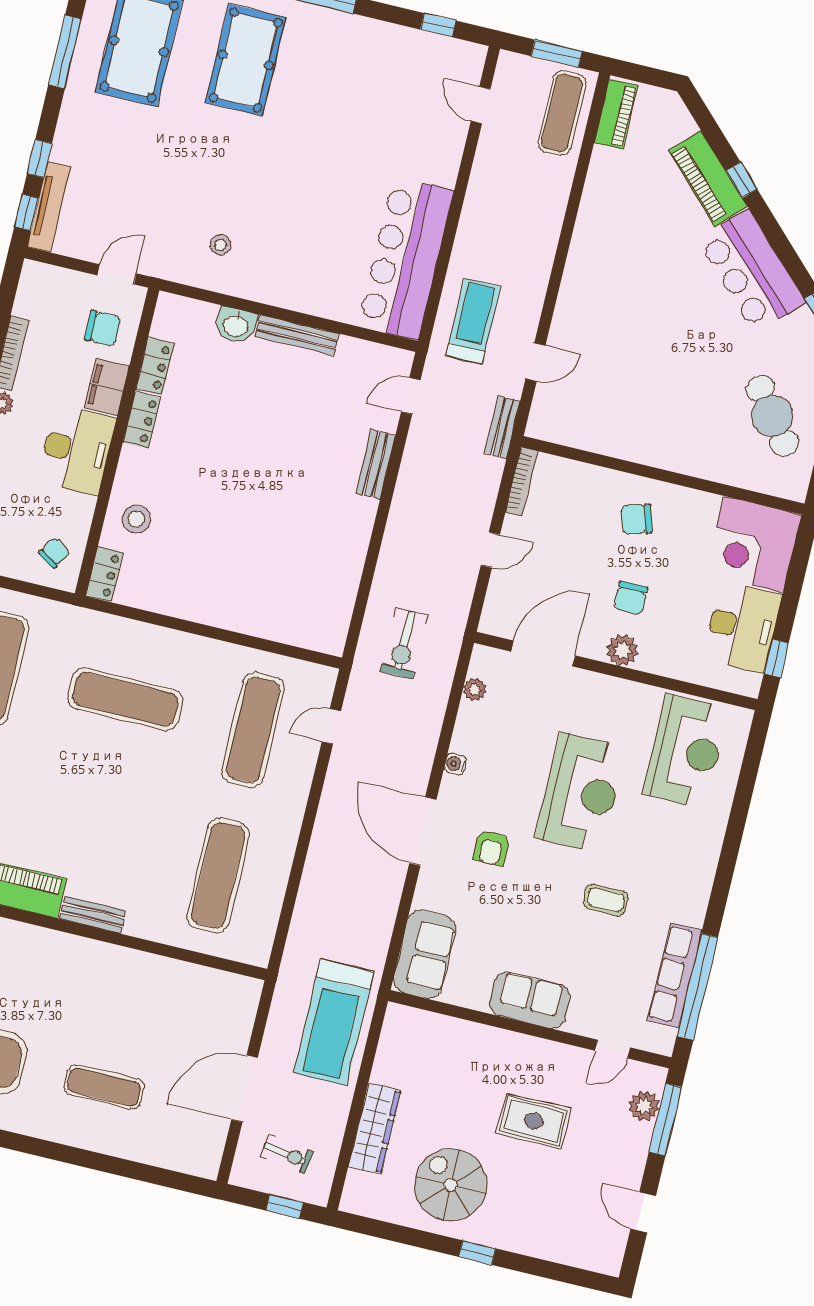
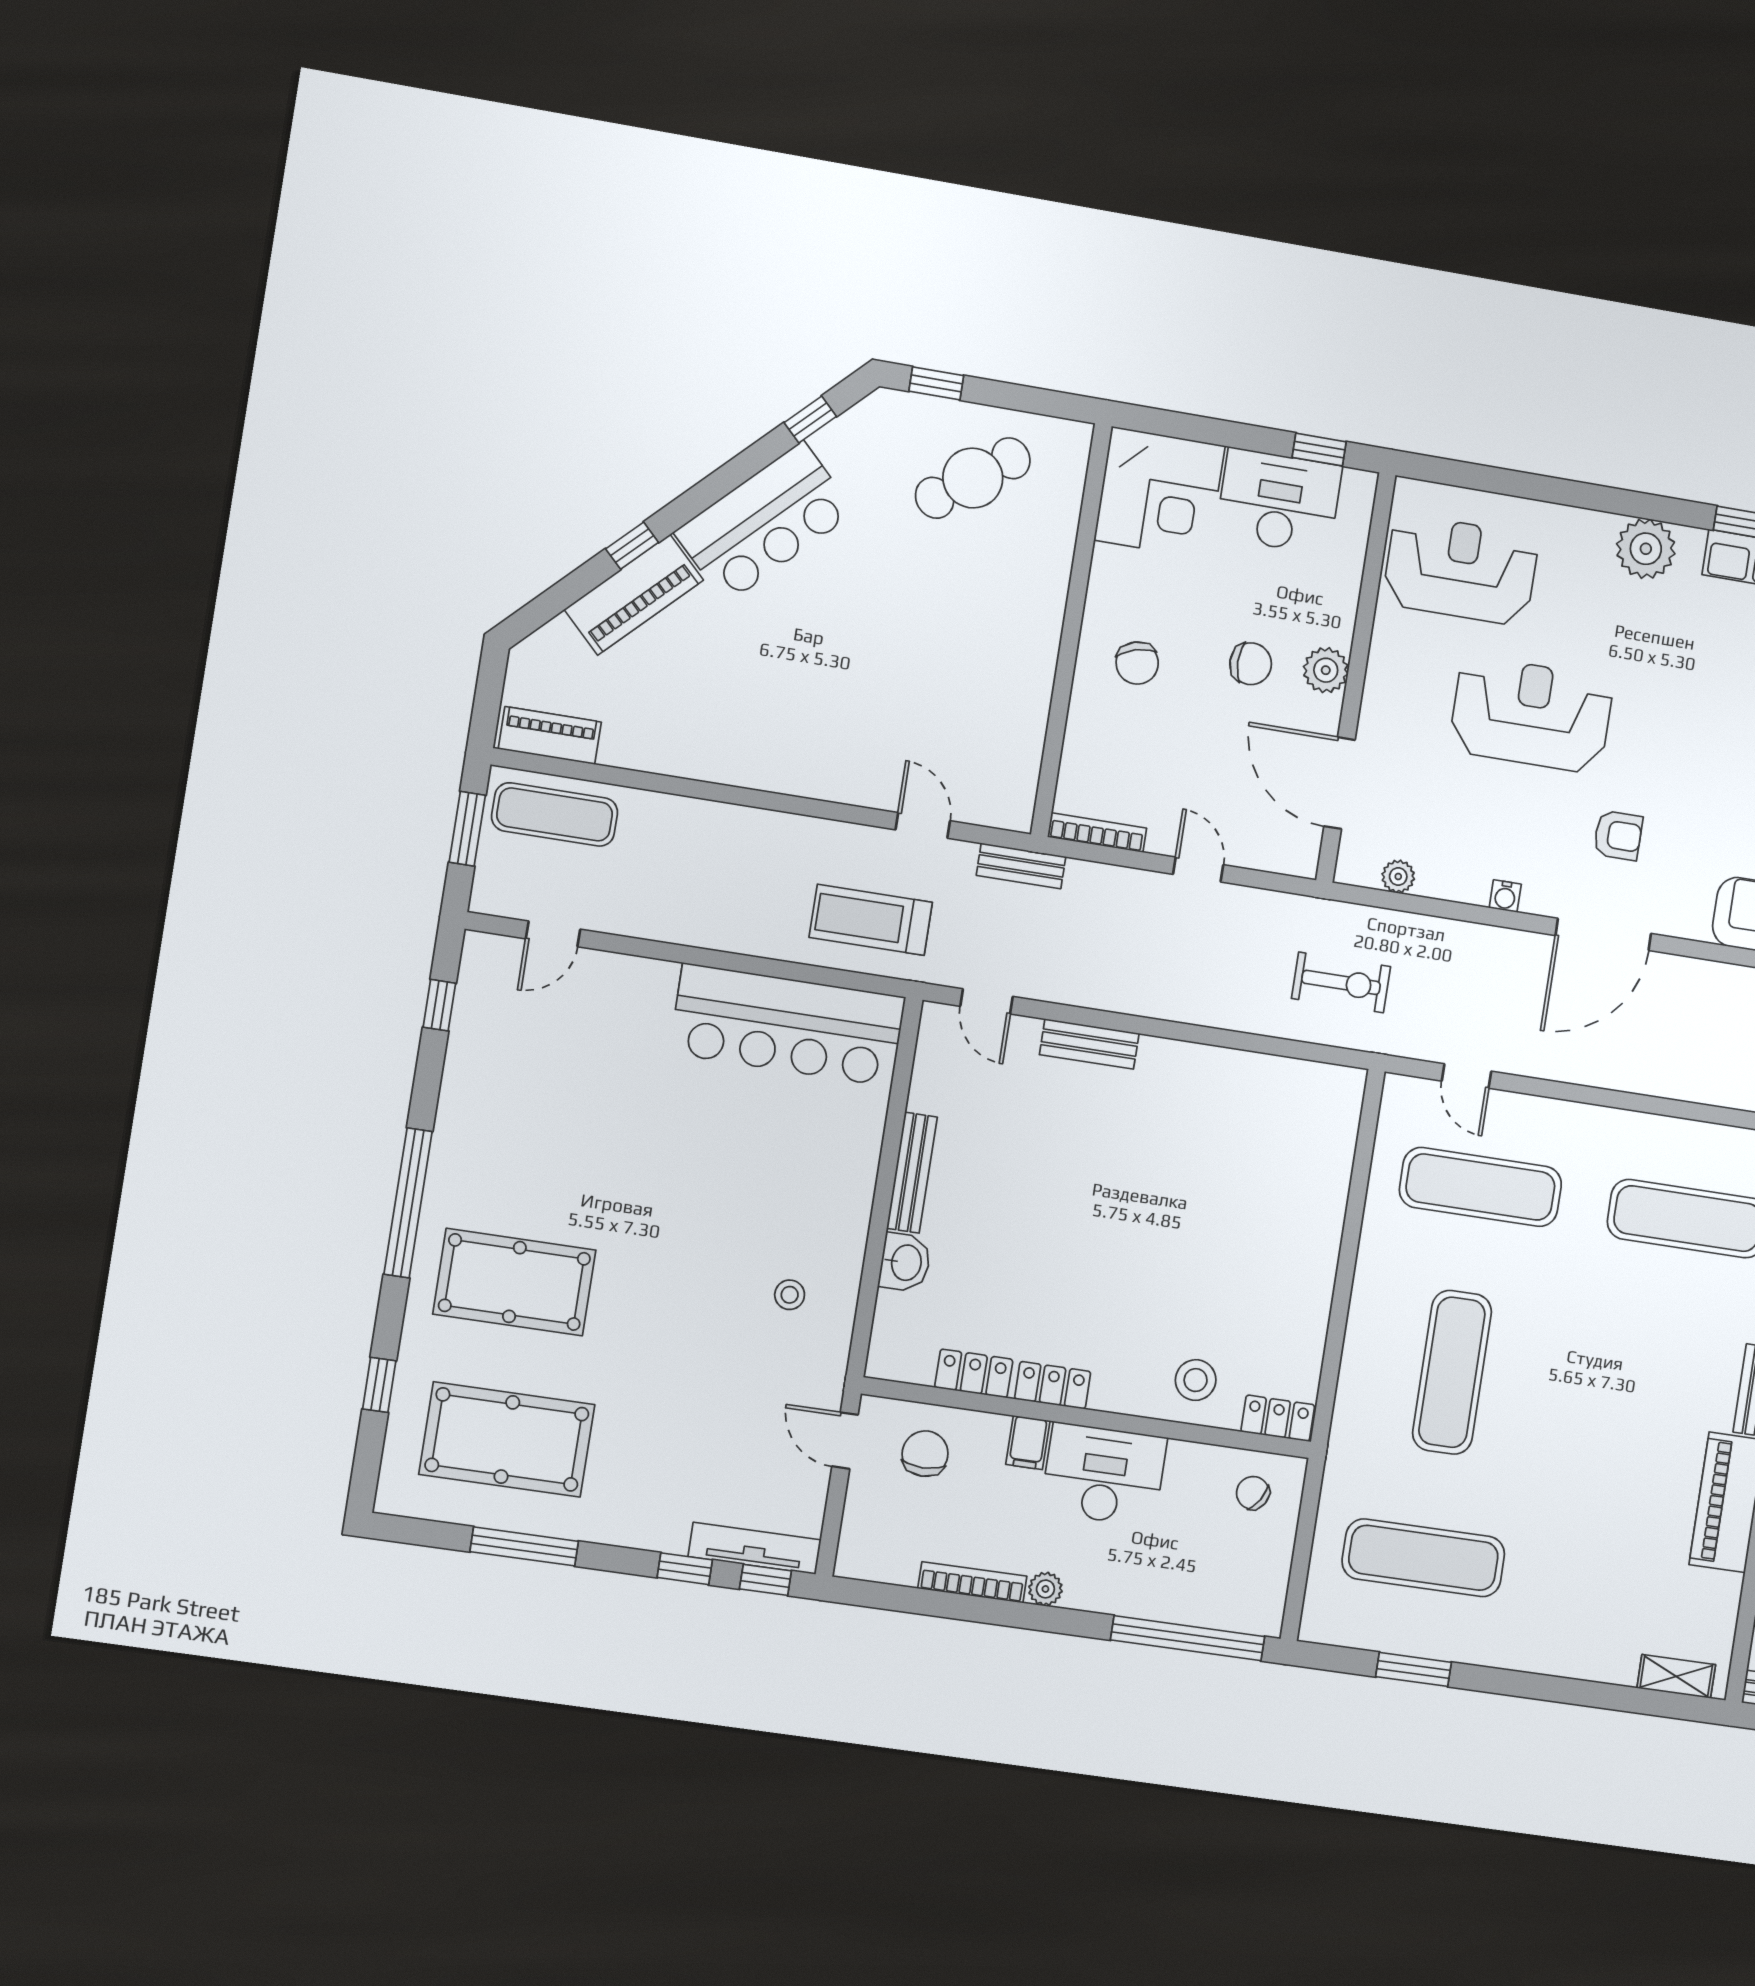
filing cabinet: (107, 387) -> (1028, 1443), width x0.50
plant: (691, 884) -> (1646, 549), added
coffee table: (606, 900) -> (1678, 668), removed

